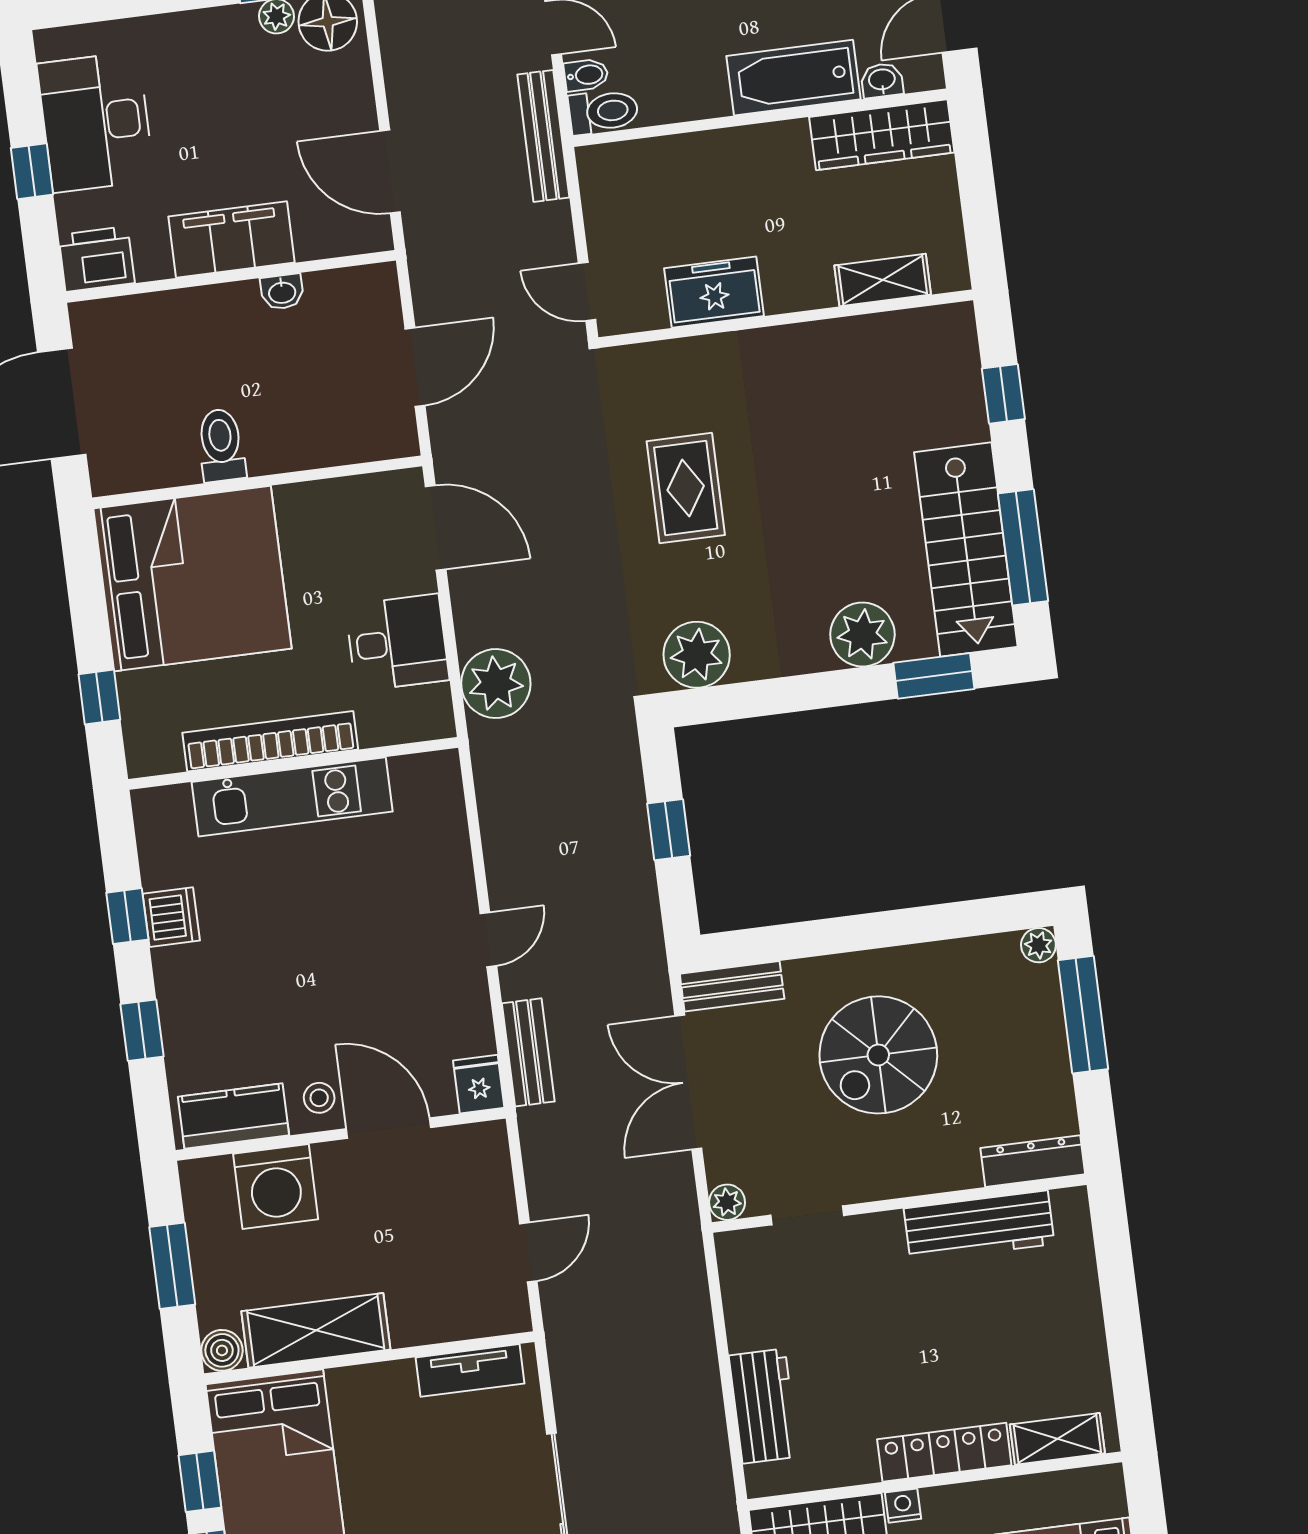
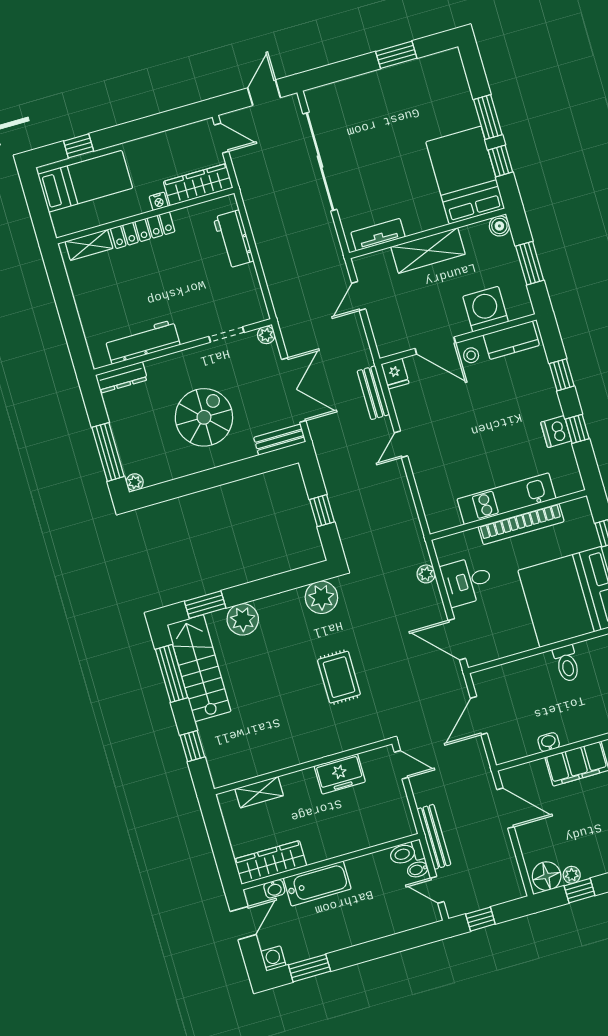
plant: (496, 684) -> (426, 574), width x0.53, depth x0.53
shelving: (316, 1330) -> (428, 250), moved

